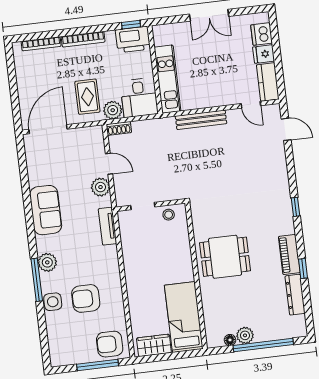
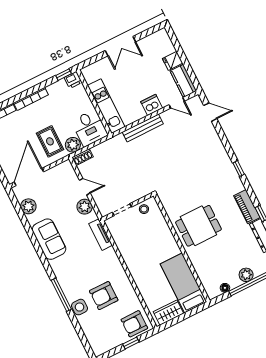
dishwasher: (262, 34) -> (152, 105), moved, turned 90
printer: (133, 40) -> (73, 80), width x0.53, depth x0.68
plant: (47, 262) -> (28, 206), moved
plant: (245, 335) -> (246, 275), moved
window: (98, 365) -> (131, 343), width x0.46

